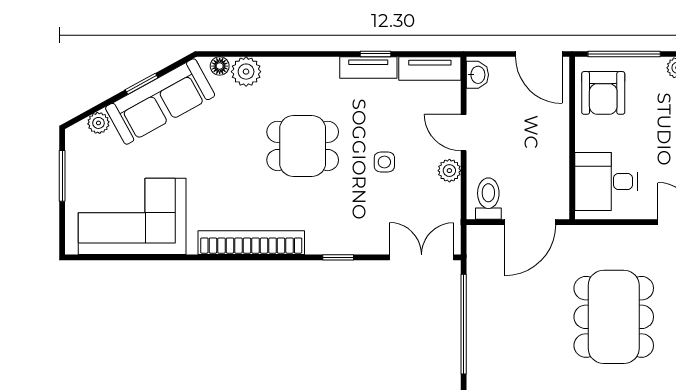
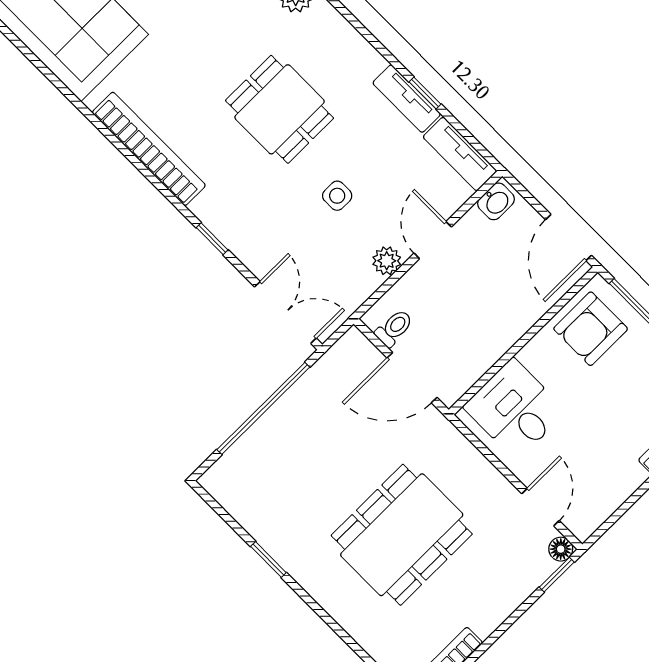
toilet: (488, 199) -> (394, 328), width x0.73, depth x0.72

